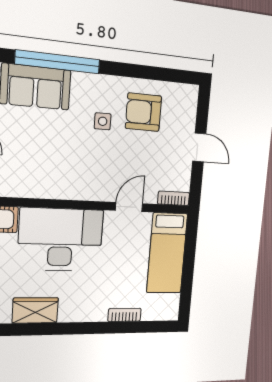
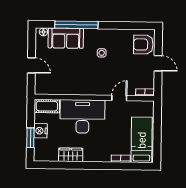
armchair: (143, 112) -> (143, 44), moved
bed: (167, 253) -> (142, 140), moved, turned 180

